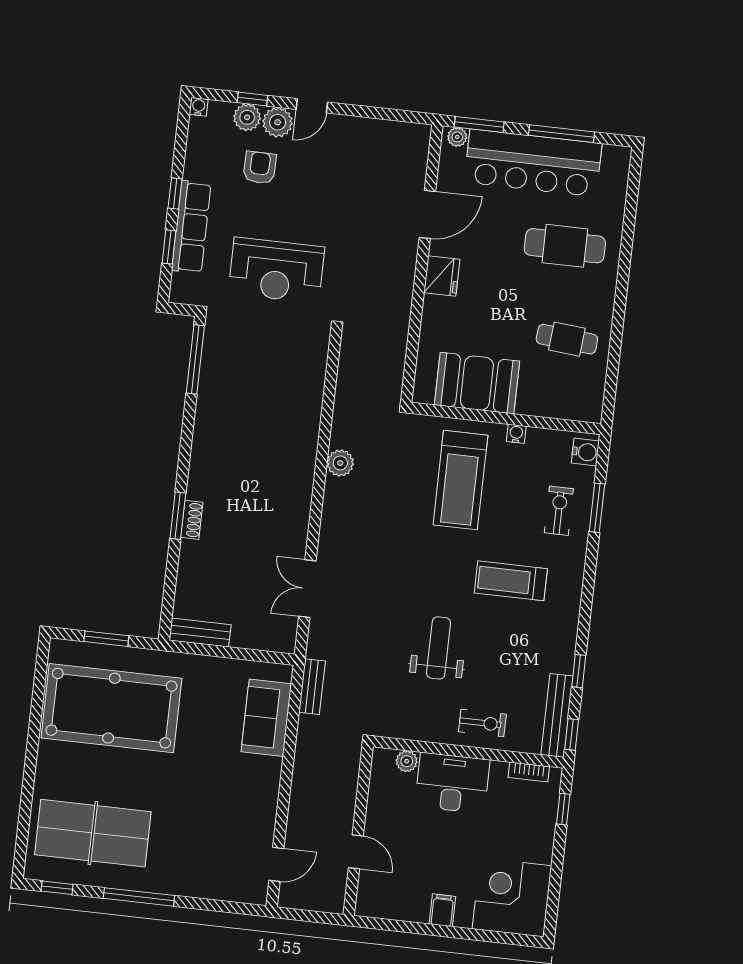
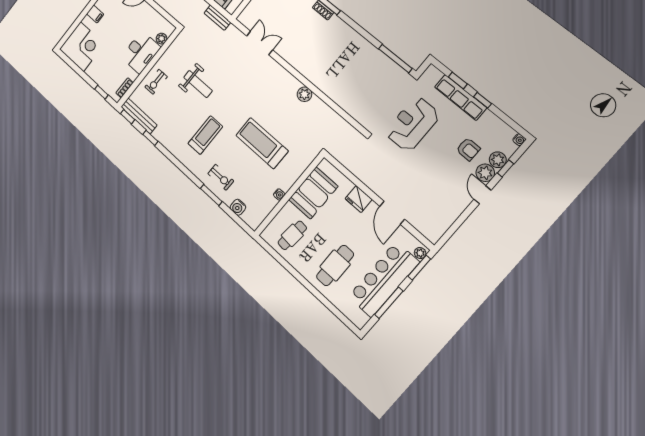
booth: (477, 383) -> (313, 193), moved
wall: (506, 418) -> (289, 195), moved
water cooler: (516, 434) -> (279, 194), moved

